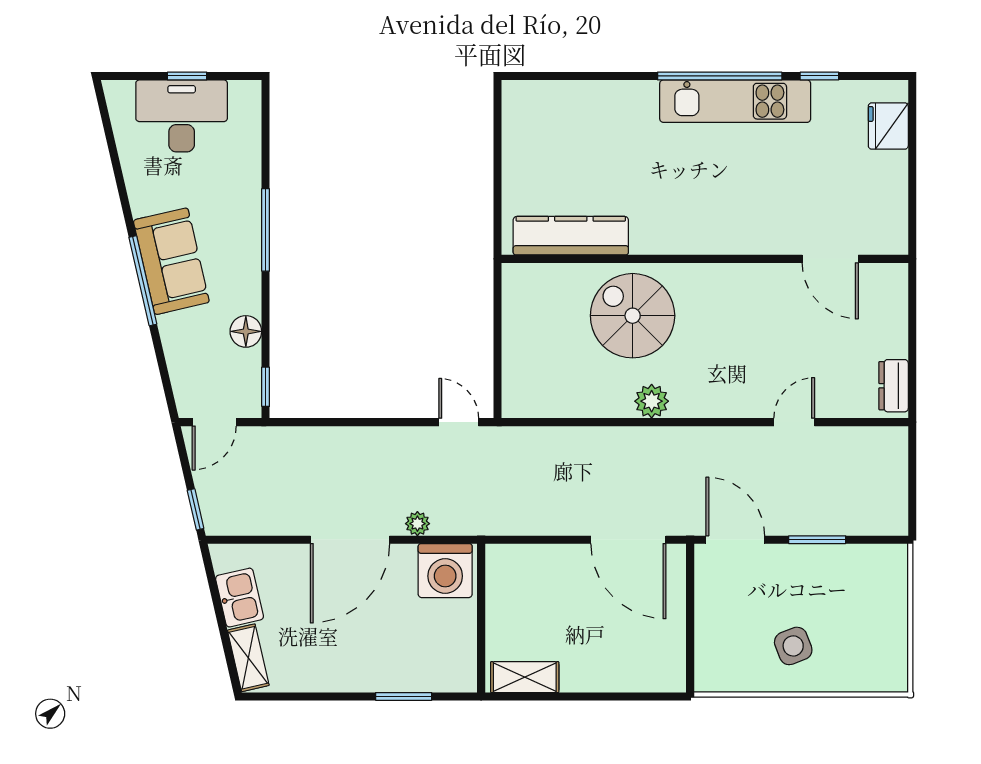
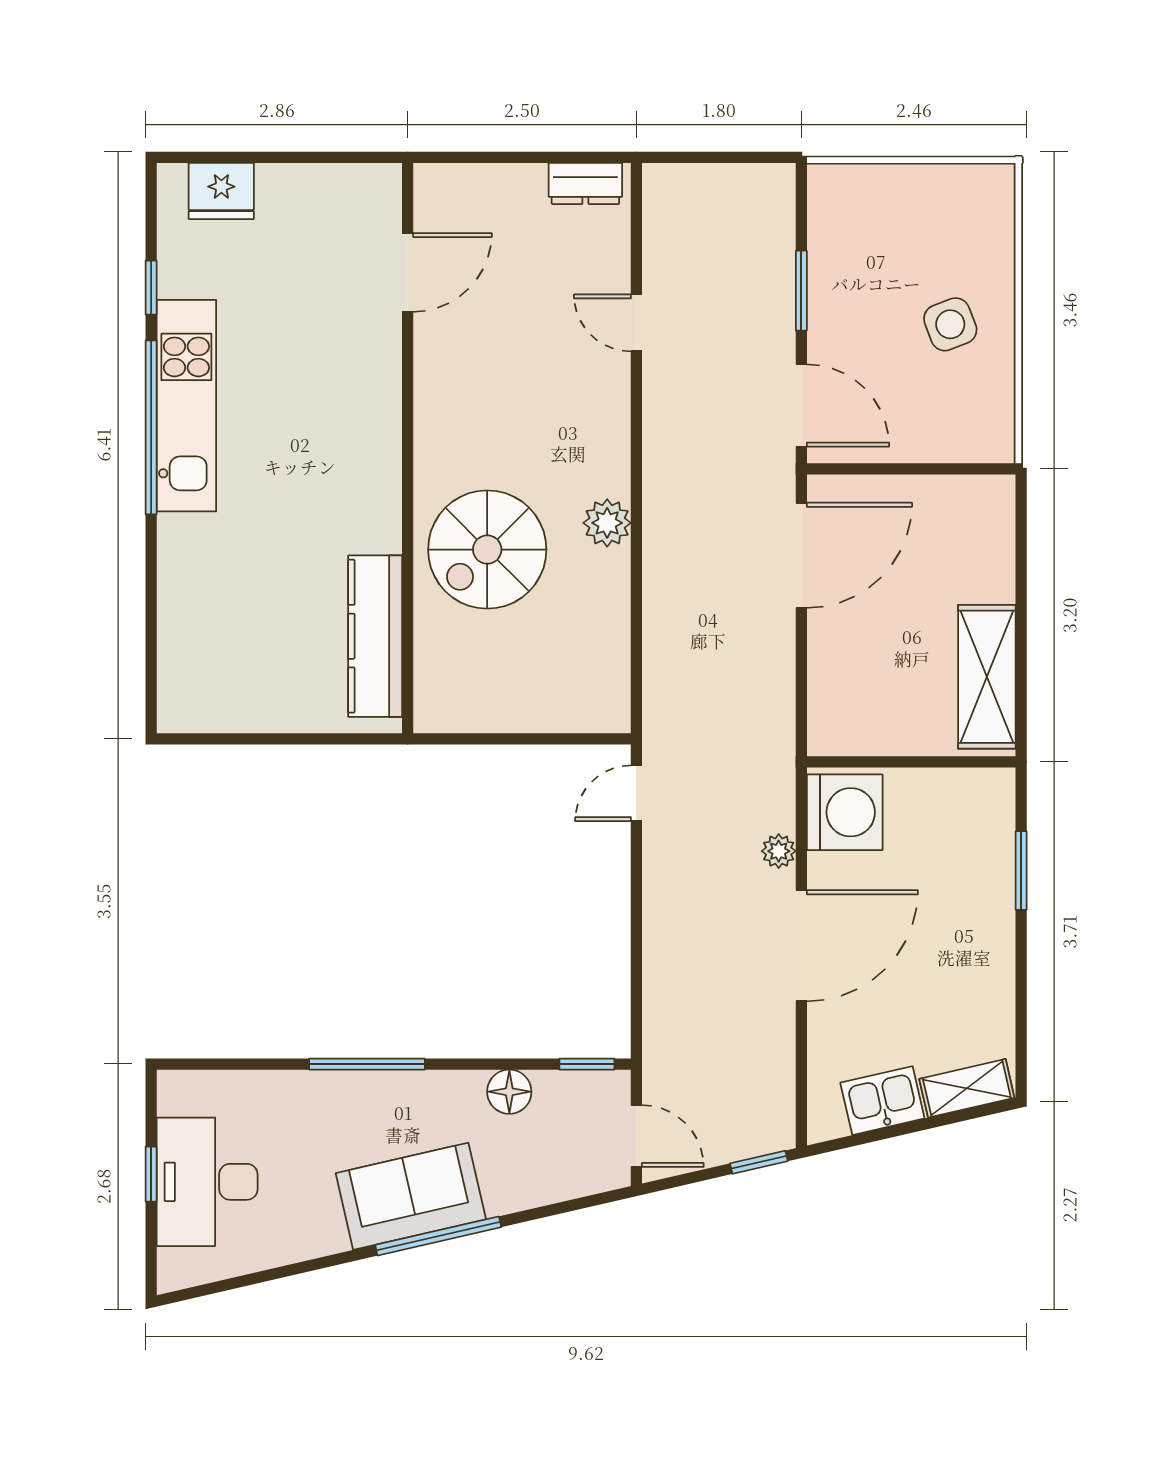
door: (350, 540) -> (801, 946), hinge flipped
door: (735, 540) -> (801, 406), swing flipped
shelving: (525, 677) -> (987, 677), width x1.50, depth x1.33

